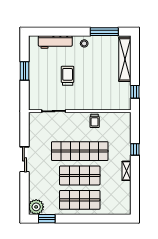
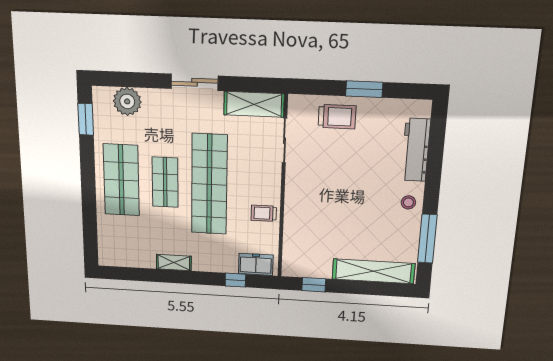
trolley: (68, 76) -> (337, 117), moved
freezer: (125, 125) -> (256, 264), added
shelving: (35, 128) -> (254, 104), added
window: (135, 149) -> (235, 280), moved
shop shelf: (80, 175) -> (165, 182), width x0.70, depth x0.74
plant: (36, 207) -> (127, 101), moved

